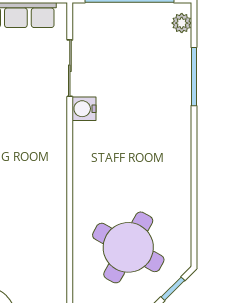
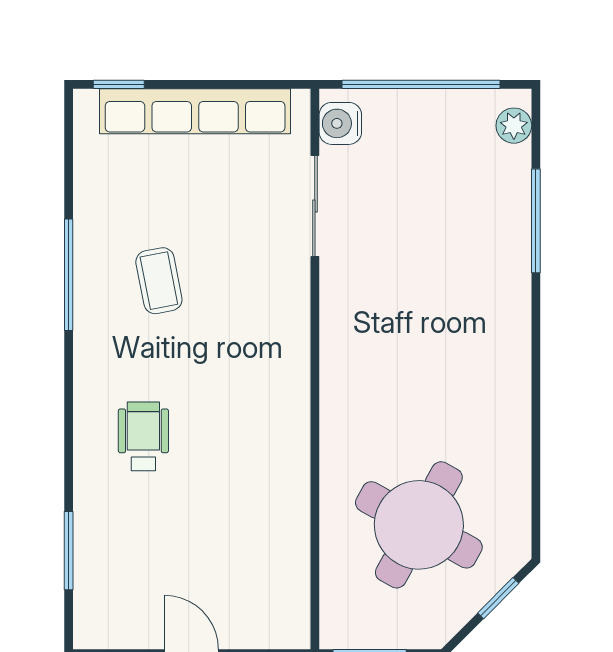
water cooler: (84, 109) -> (340, 123), moved

